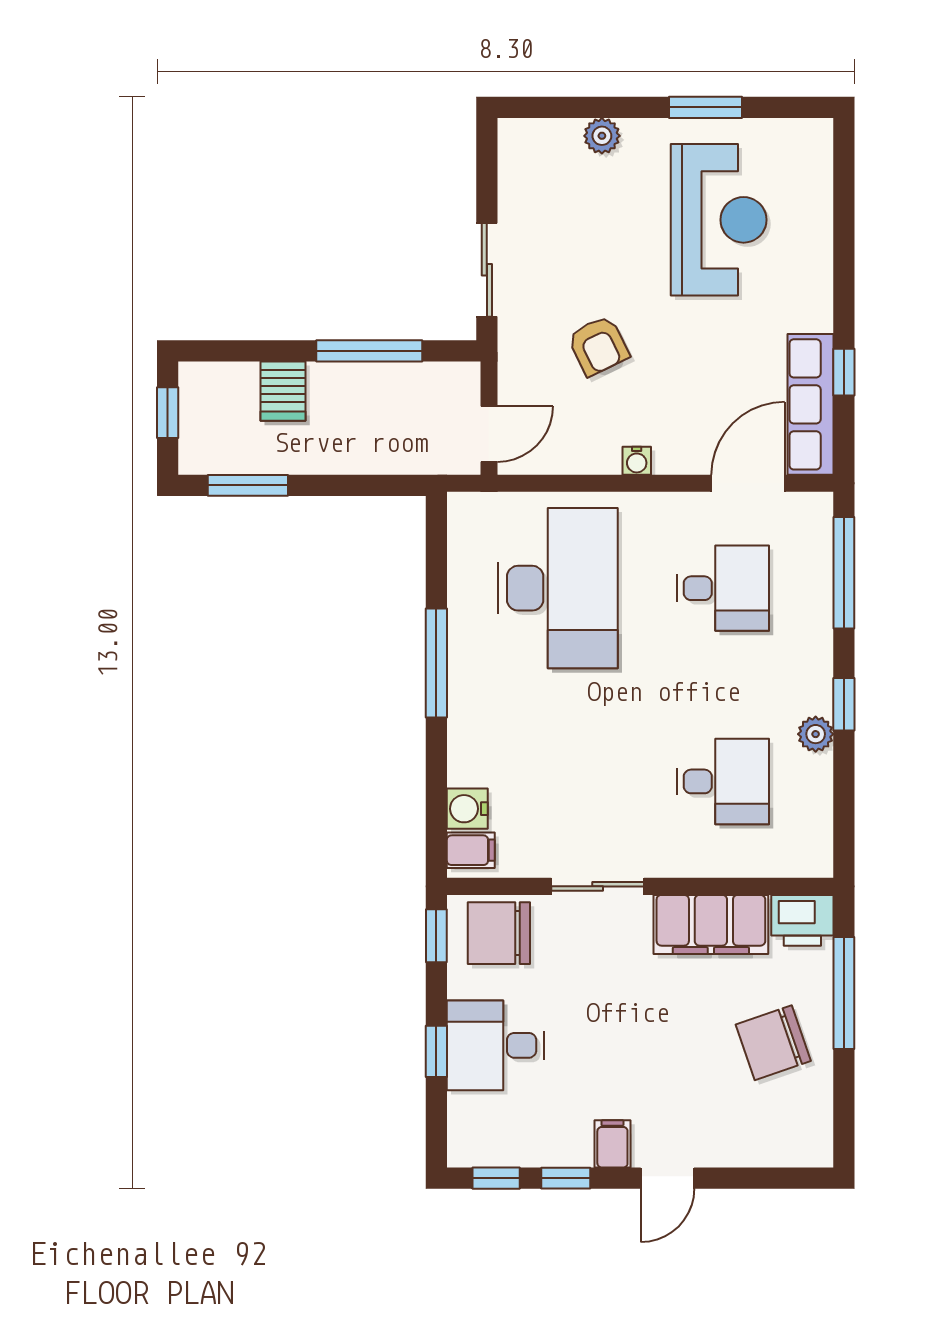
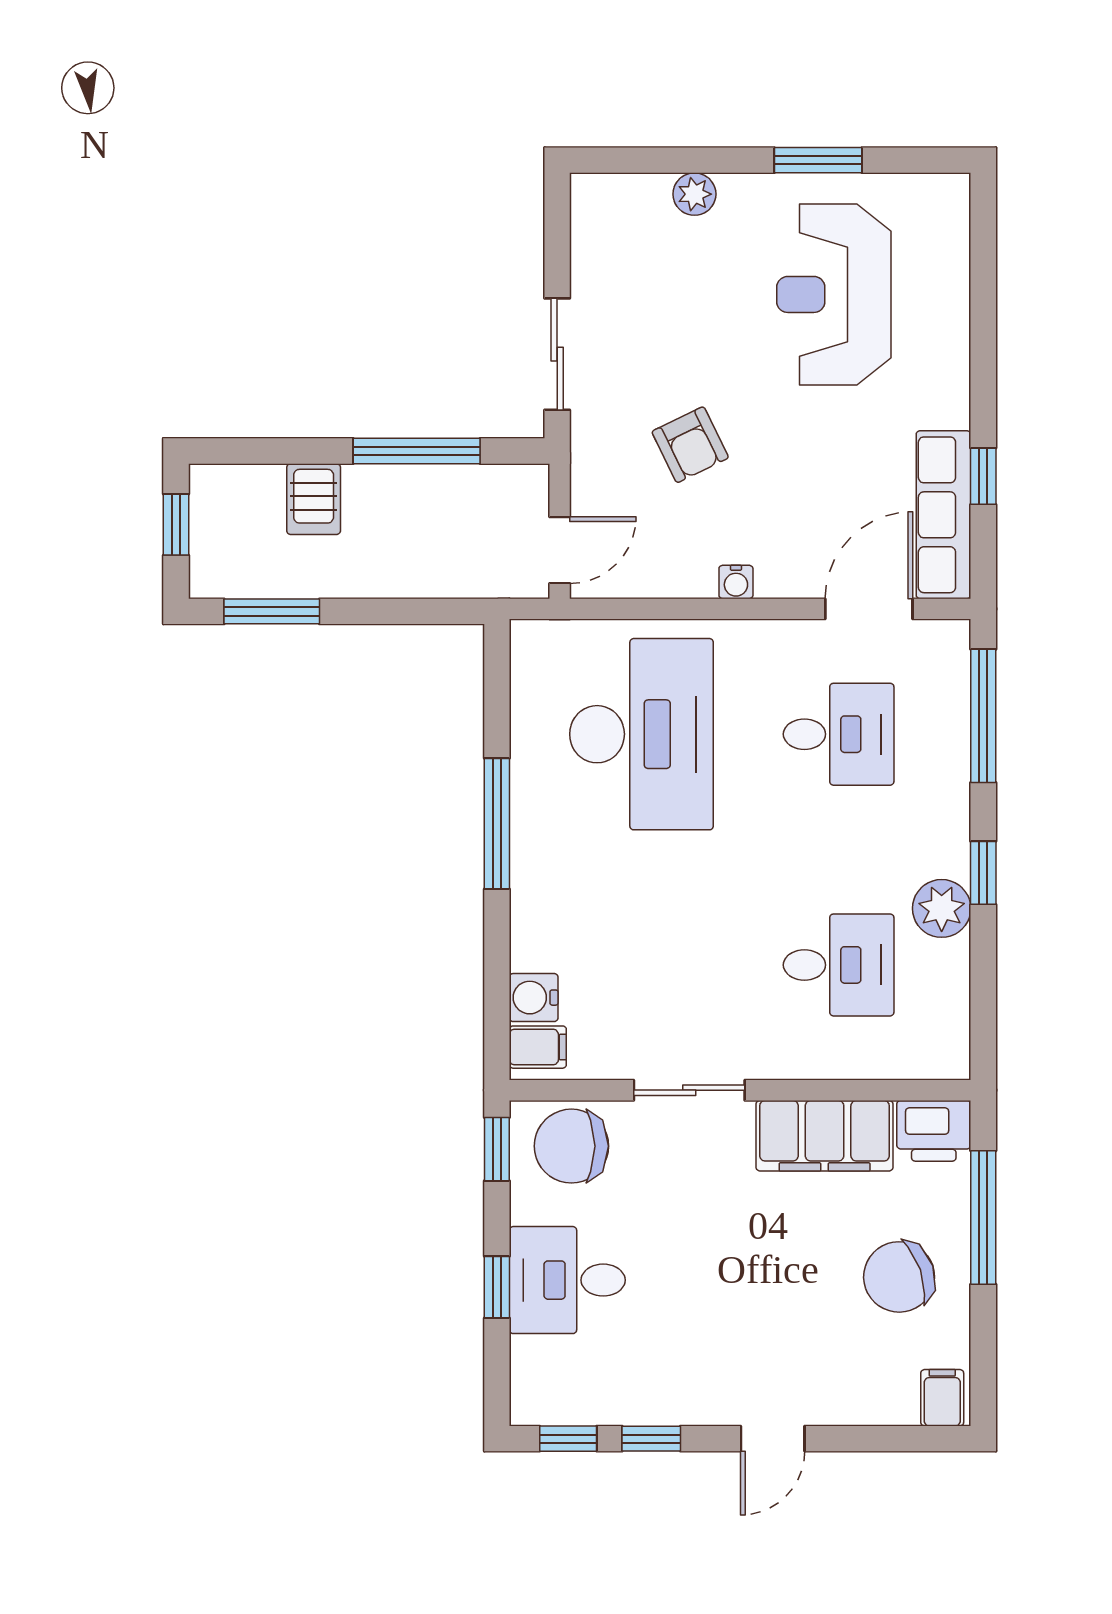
reception desk: (719, 220) -> (834, 294), turned 180
plant: (816, 734) -> (942, 908), width x1.38, depth x1.38
filing cabinet: (612, 1144) -> (942, 1398), moved

